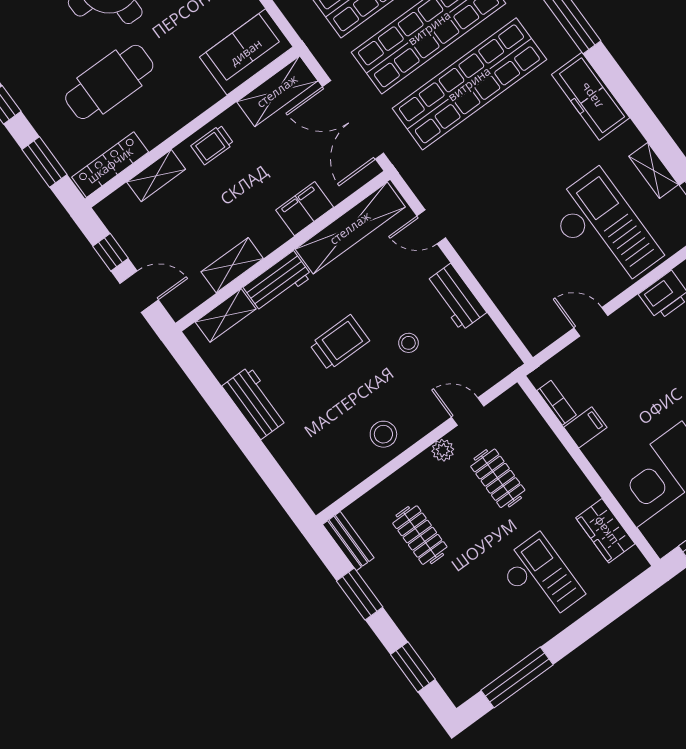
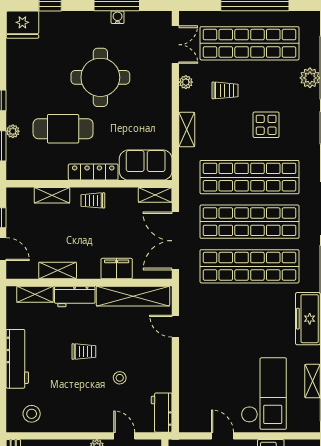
shelving: (277, 91) -> (155, 195), width x0.67, depth x0.75
plant: (48, 131) -> (13, 131), added
locker: (110, 165) -> (93, 172), moved
workbench: (456, 297) -> (162, 413), moved
trolley: (339, 343) -> (84, 352), width x0.73, depth x0.72
workbench: (255, 403) -> (17, 359), width x1.38
stool: (383, 434) -> (32, 414), moved

